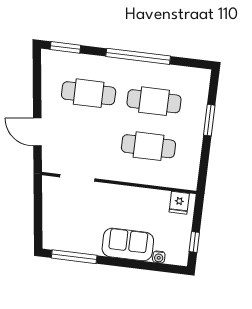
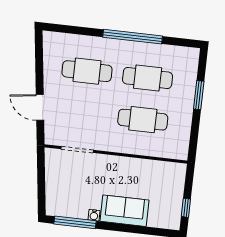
window: (65, 47) -> (65, 29), removed
fridge: (179, 203) -> (172, 172), removed
water cooler: (159, 257) -> (94, 215), moved

